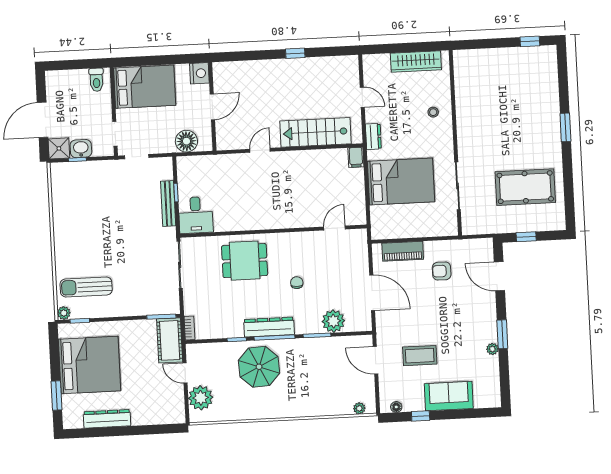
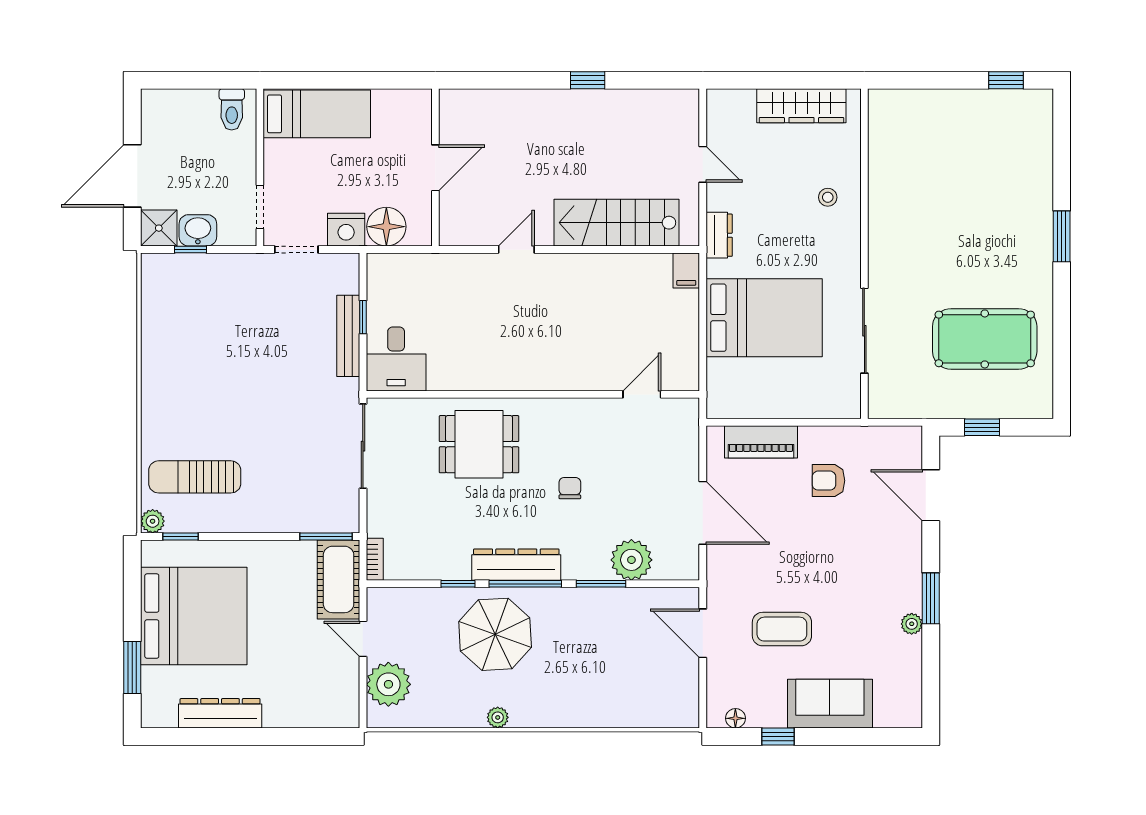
nightstand: (199, 73) -> (346, 230), moved, turned 90
bed: (145, 87) -> (317, 114), width x0.67
plant: (359, 408) -> (498, 717), moved

